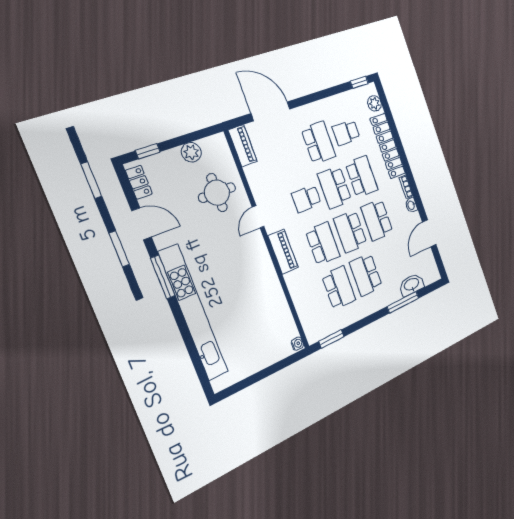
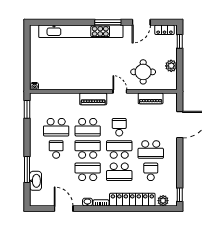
piano: (243, 146) -> (151, 98), moved
school desk: (366, 275) -> (56, 149), width x0.54

